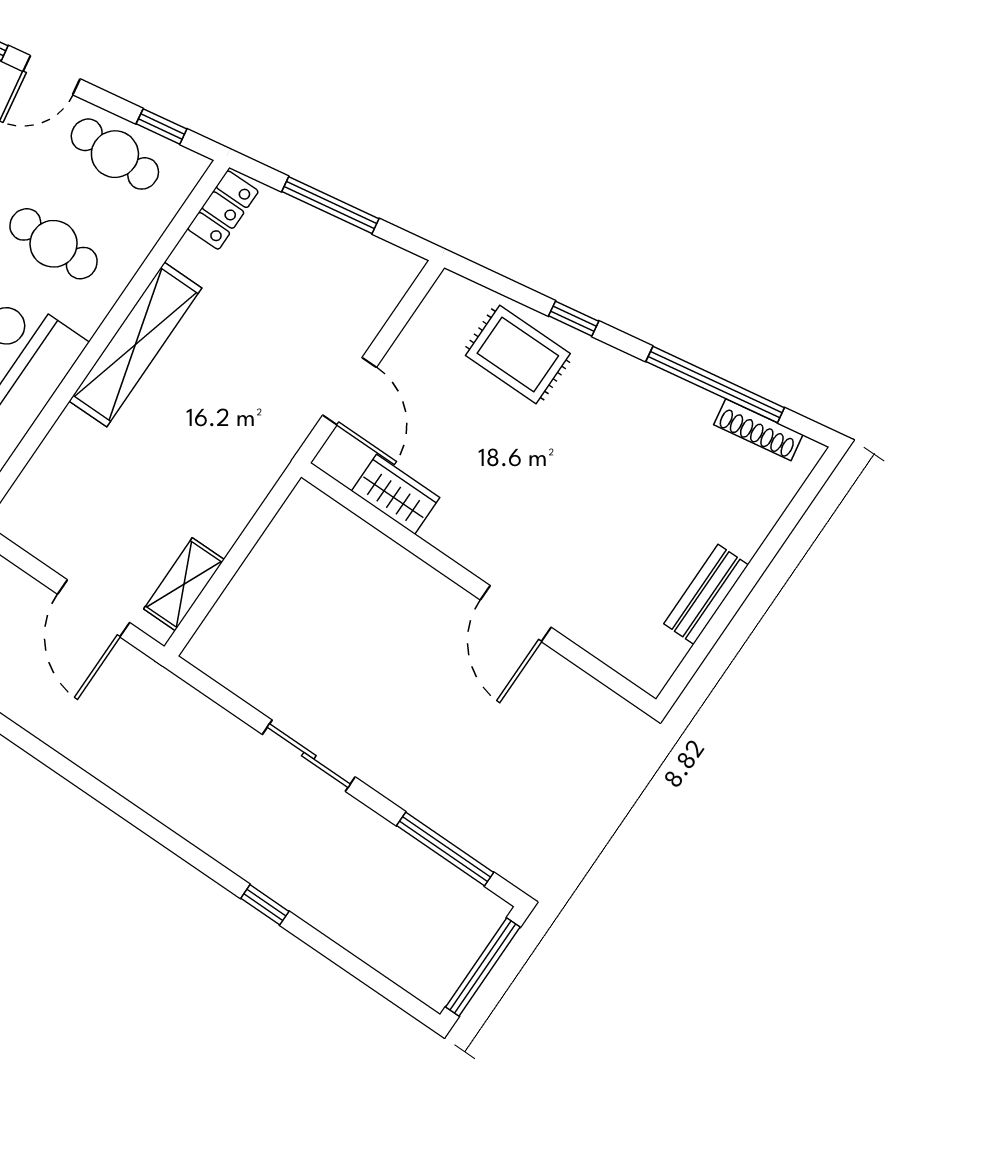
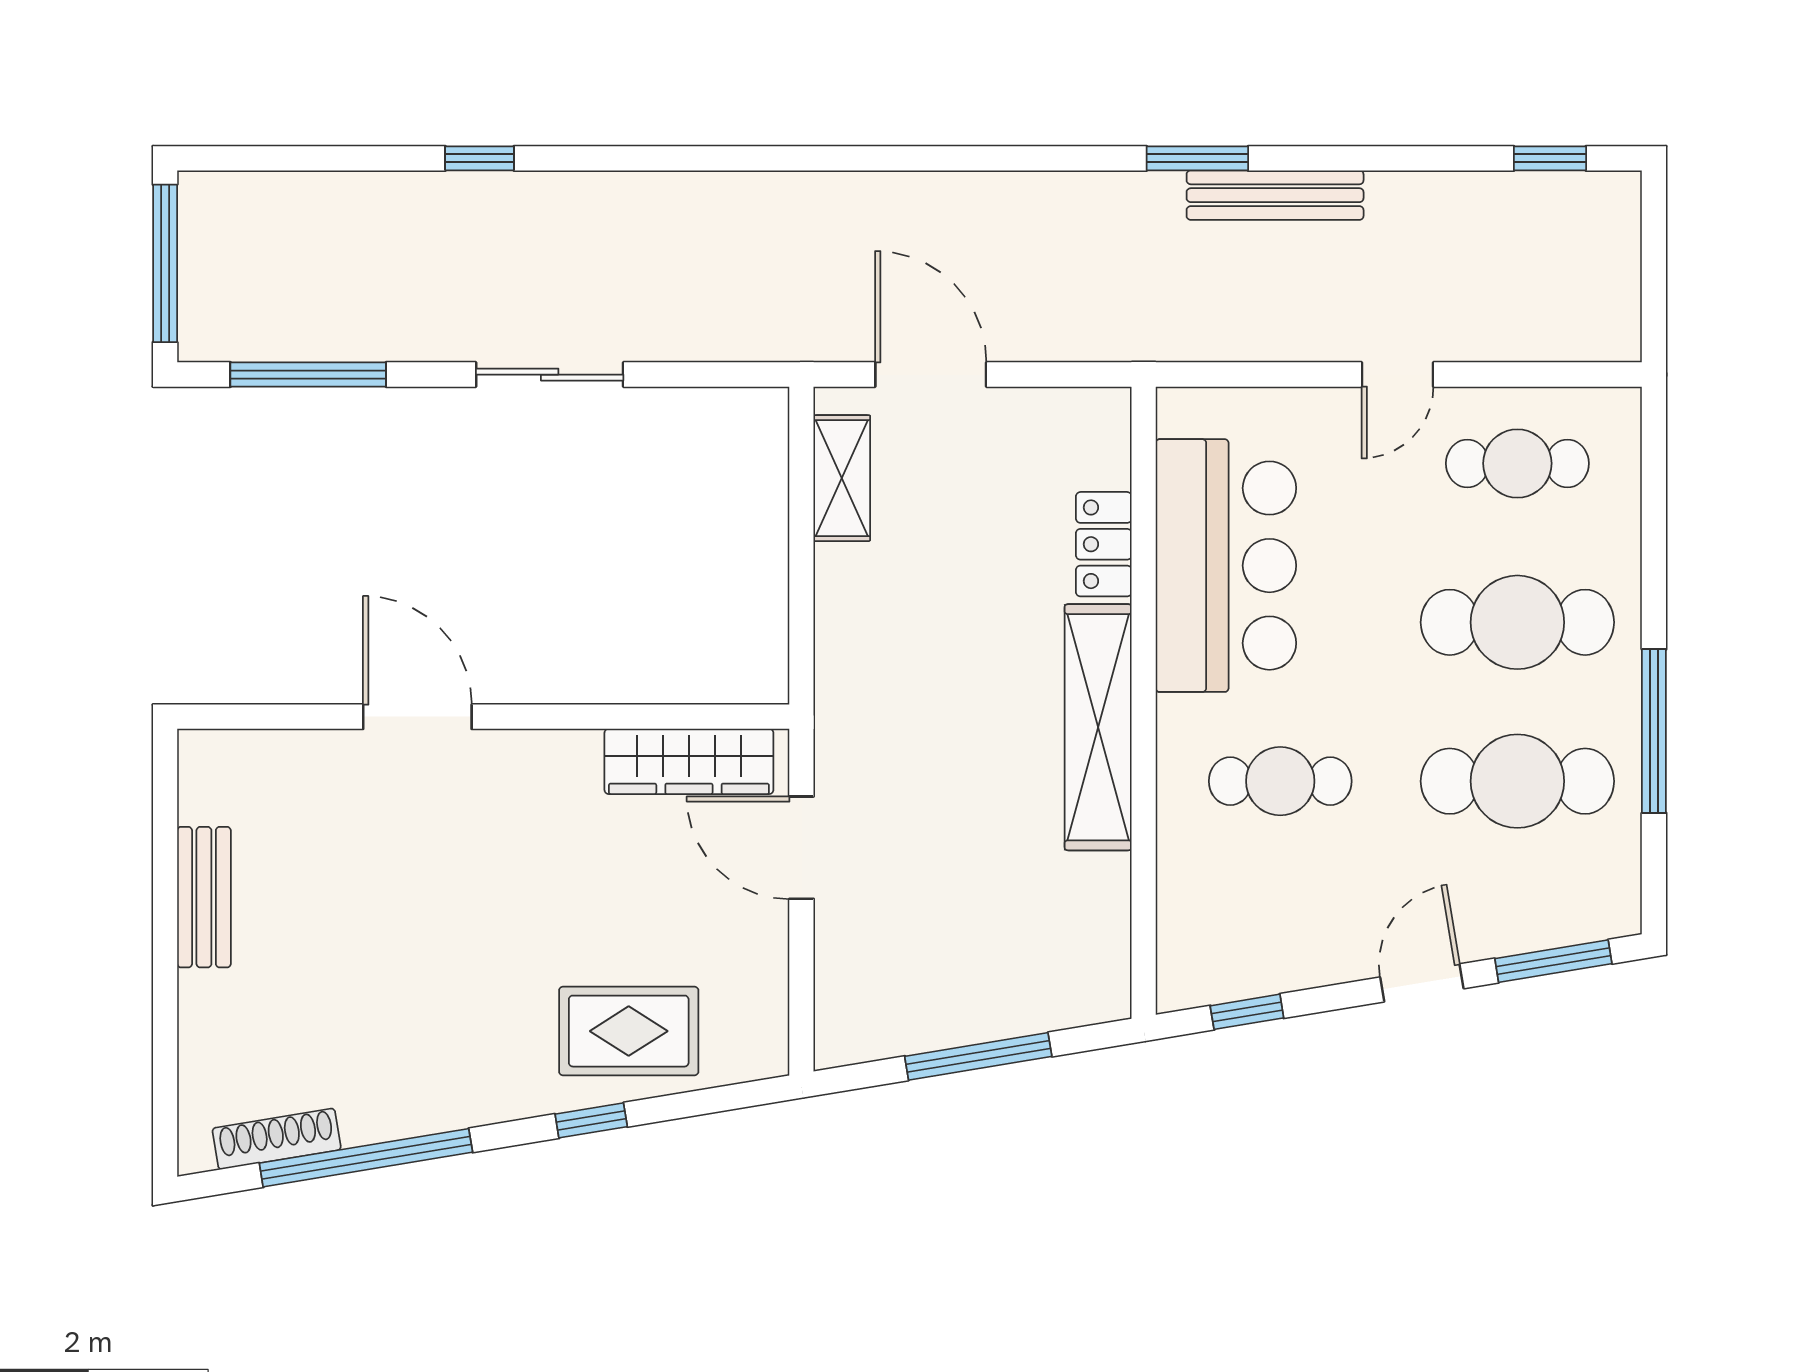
cafe table: (115, 154) -> (1280, 940), removed
locker: (223, 210) -> (1104, 544), moved
wardrobe: (396, 494) -> (689, 761), width x1.50

